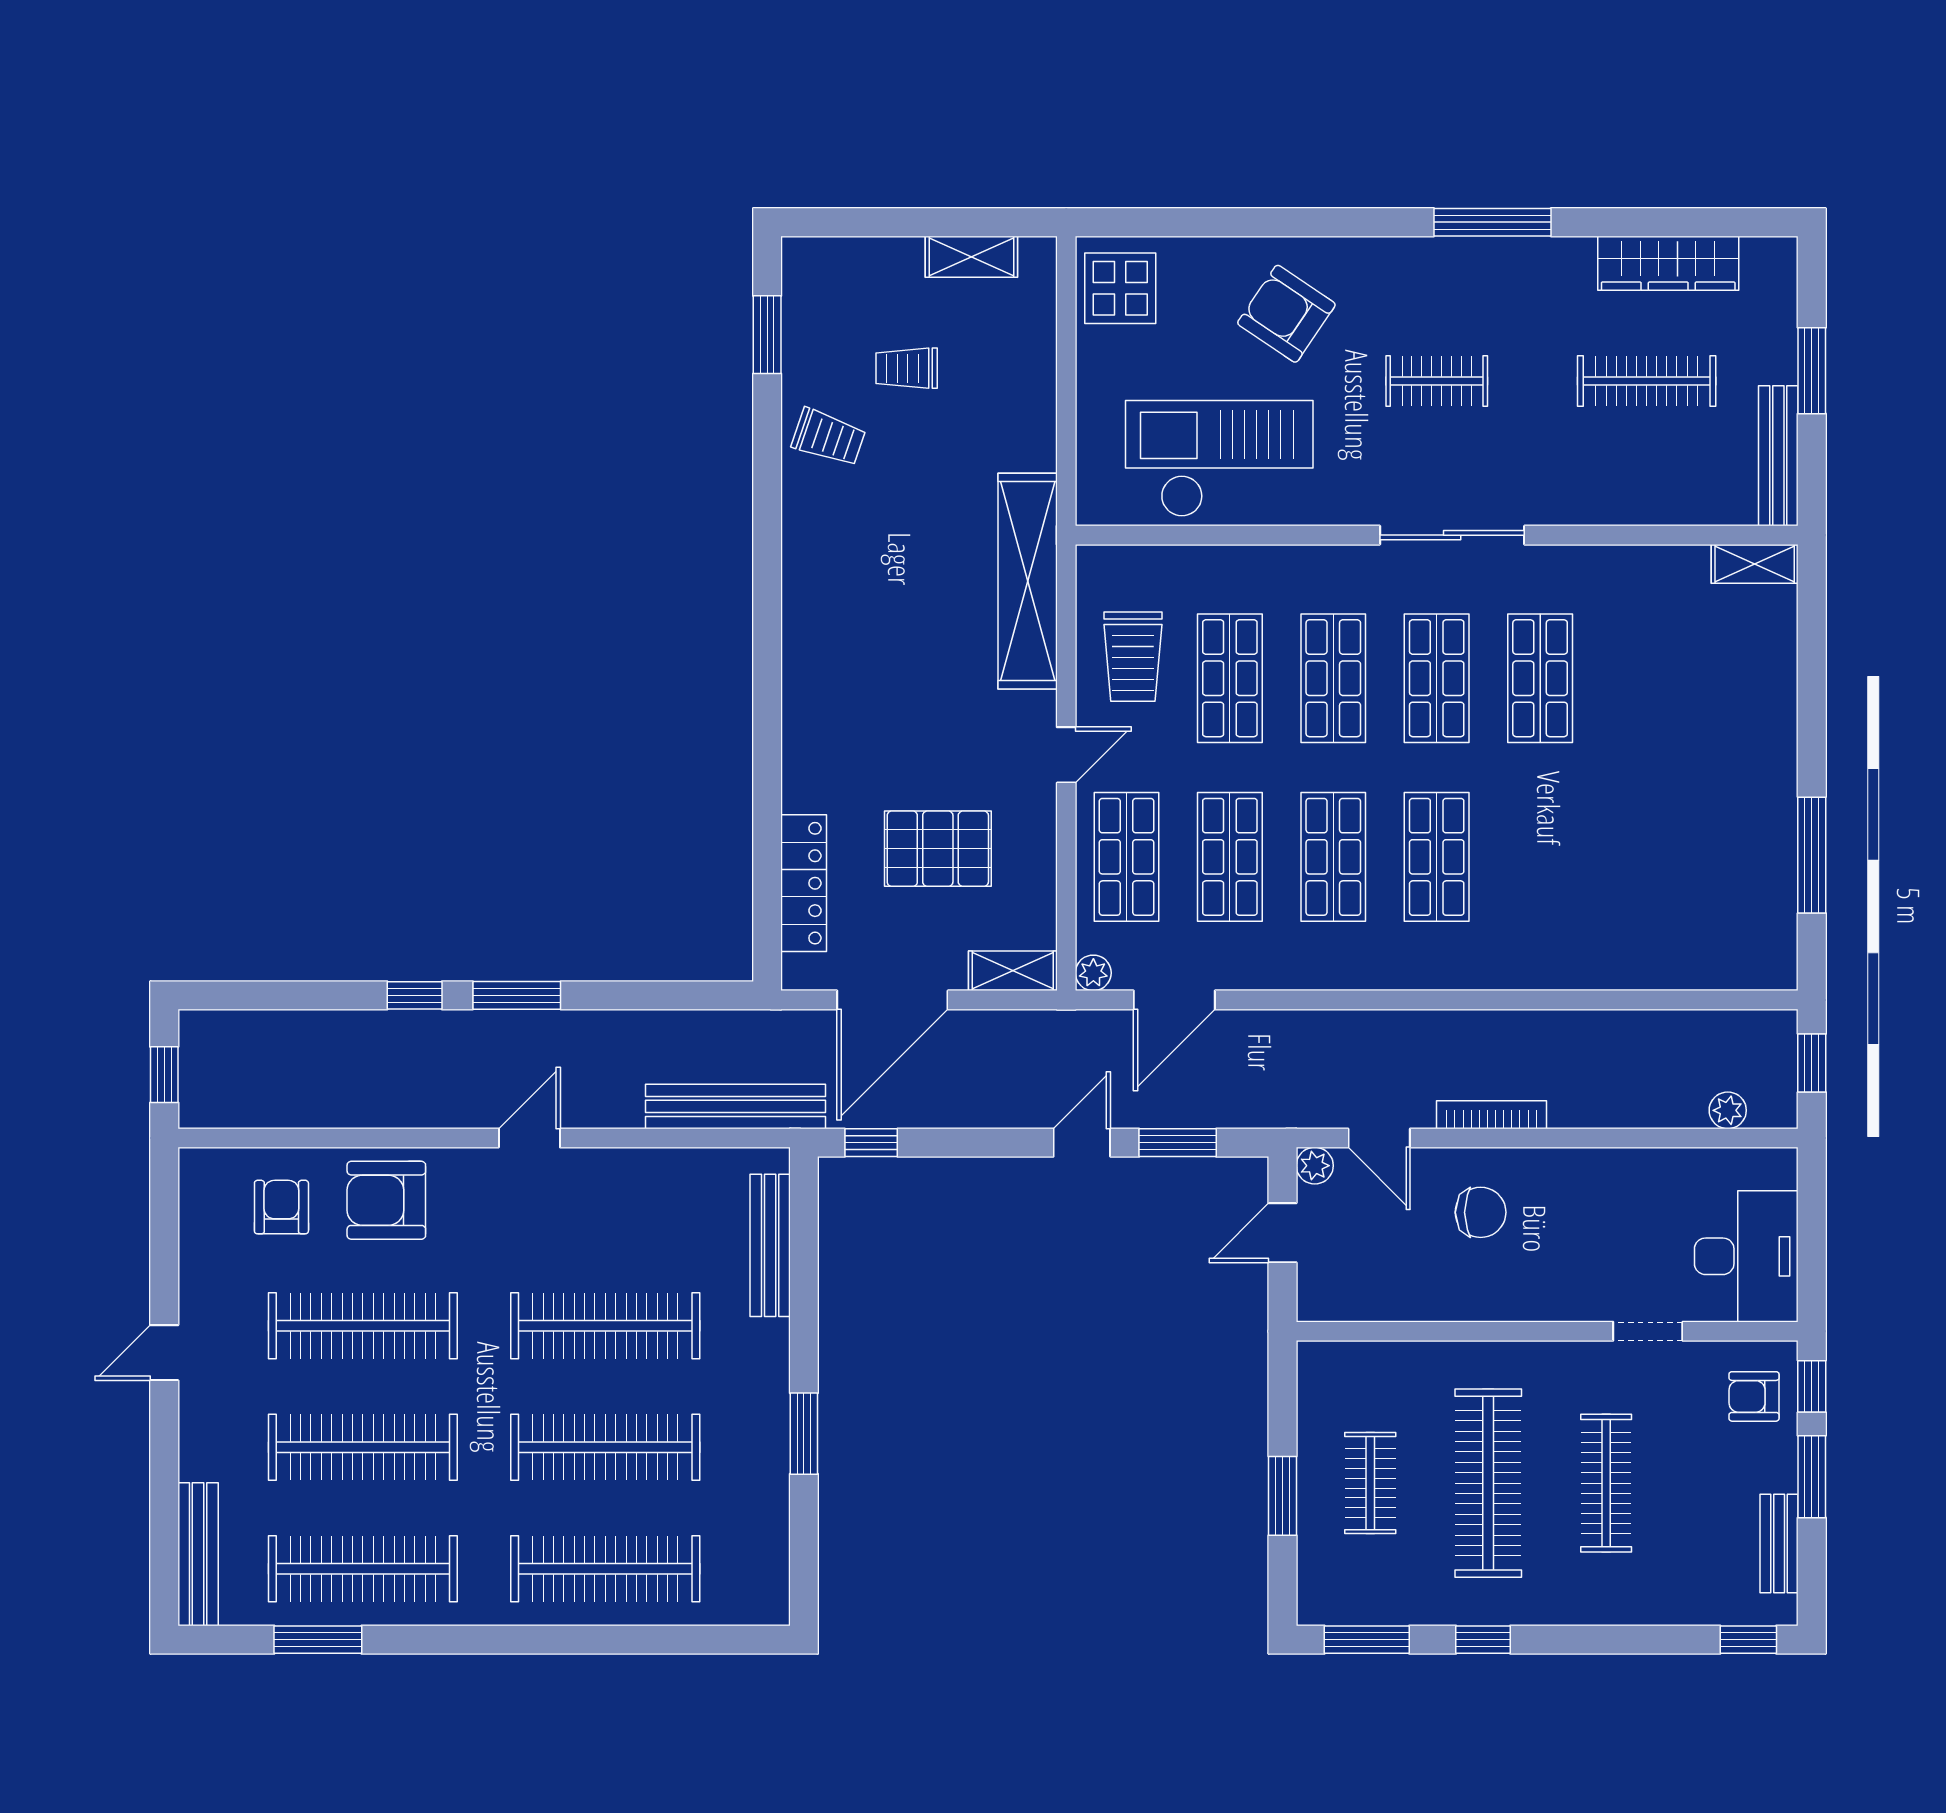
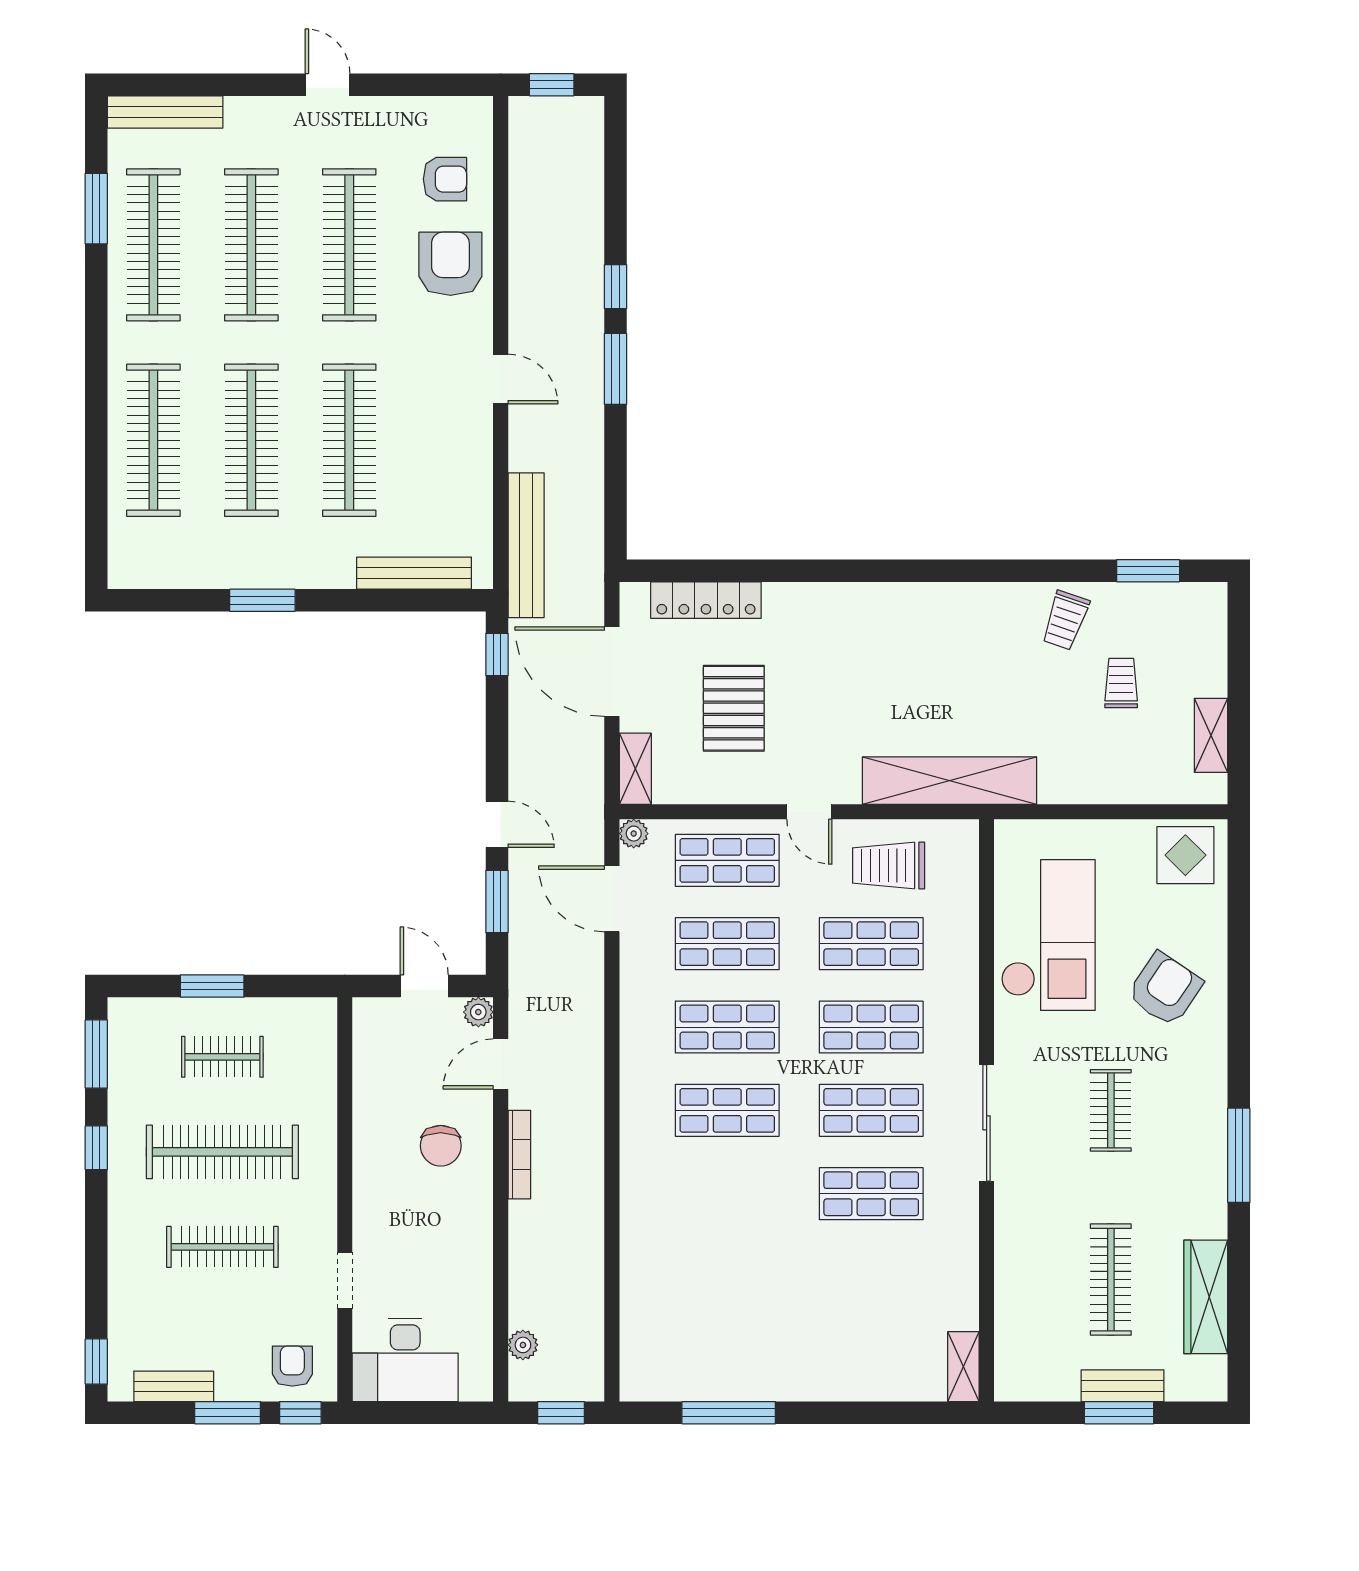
bench: (1778, 456) -> (1123, 1386), moved, width x0.73

